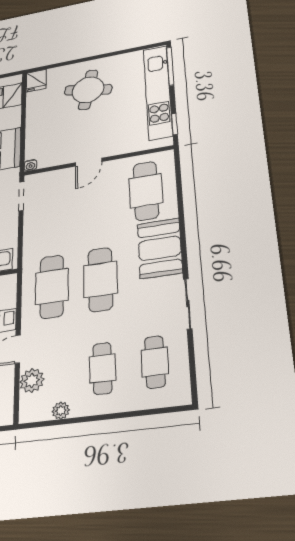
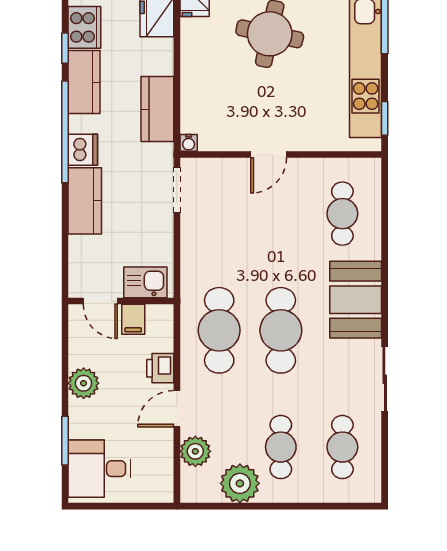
cafe table: (146, 191) -> (342, 214), width x0.73, depth x0.74
plant: (61, 411) -> (240, 483), width x1.88, depth x1.88

